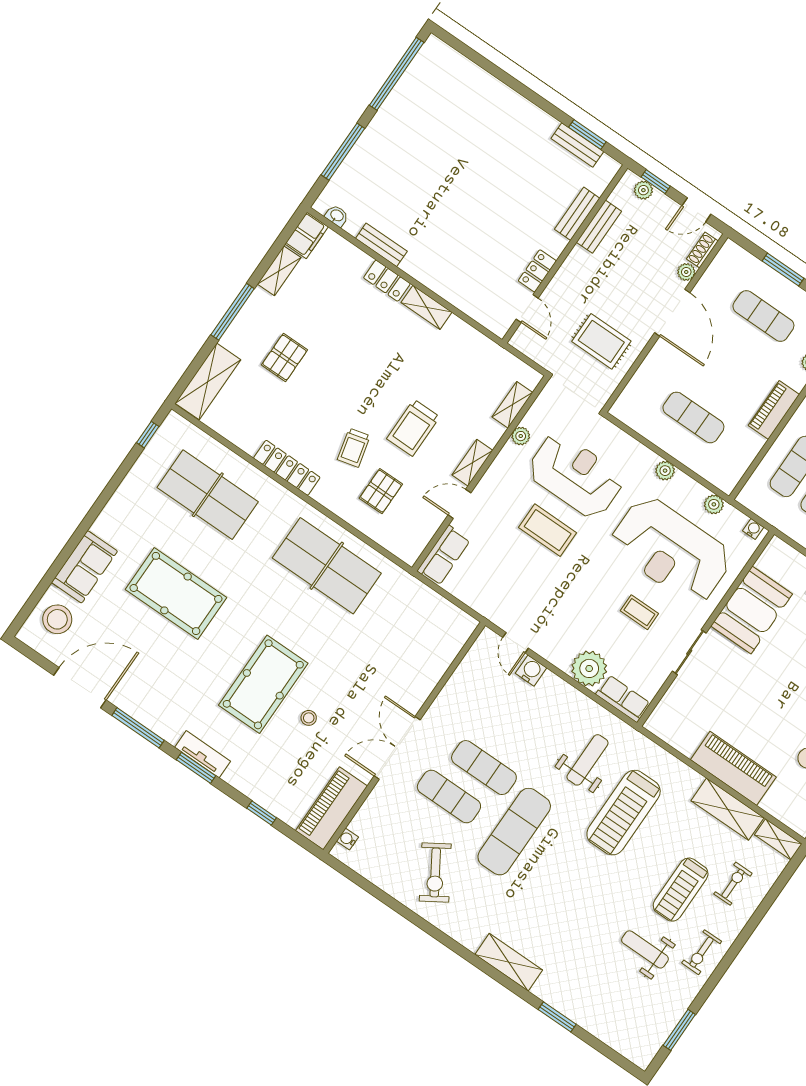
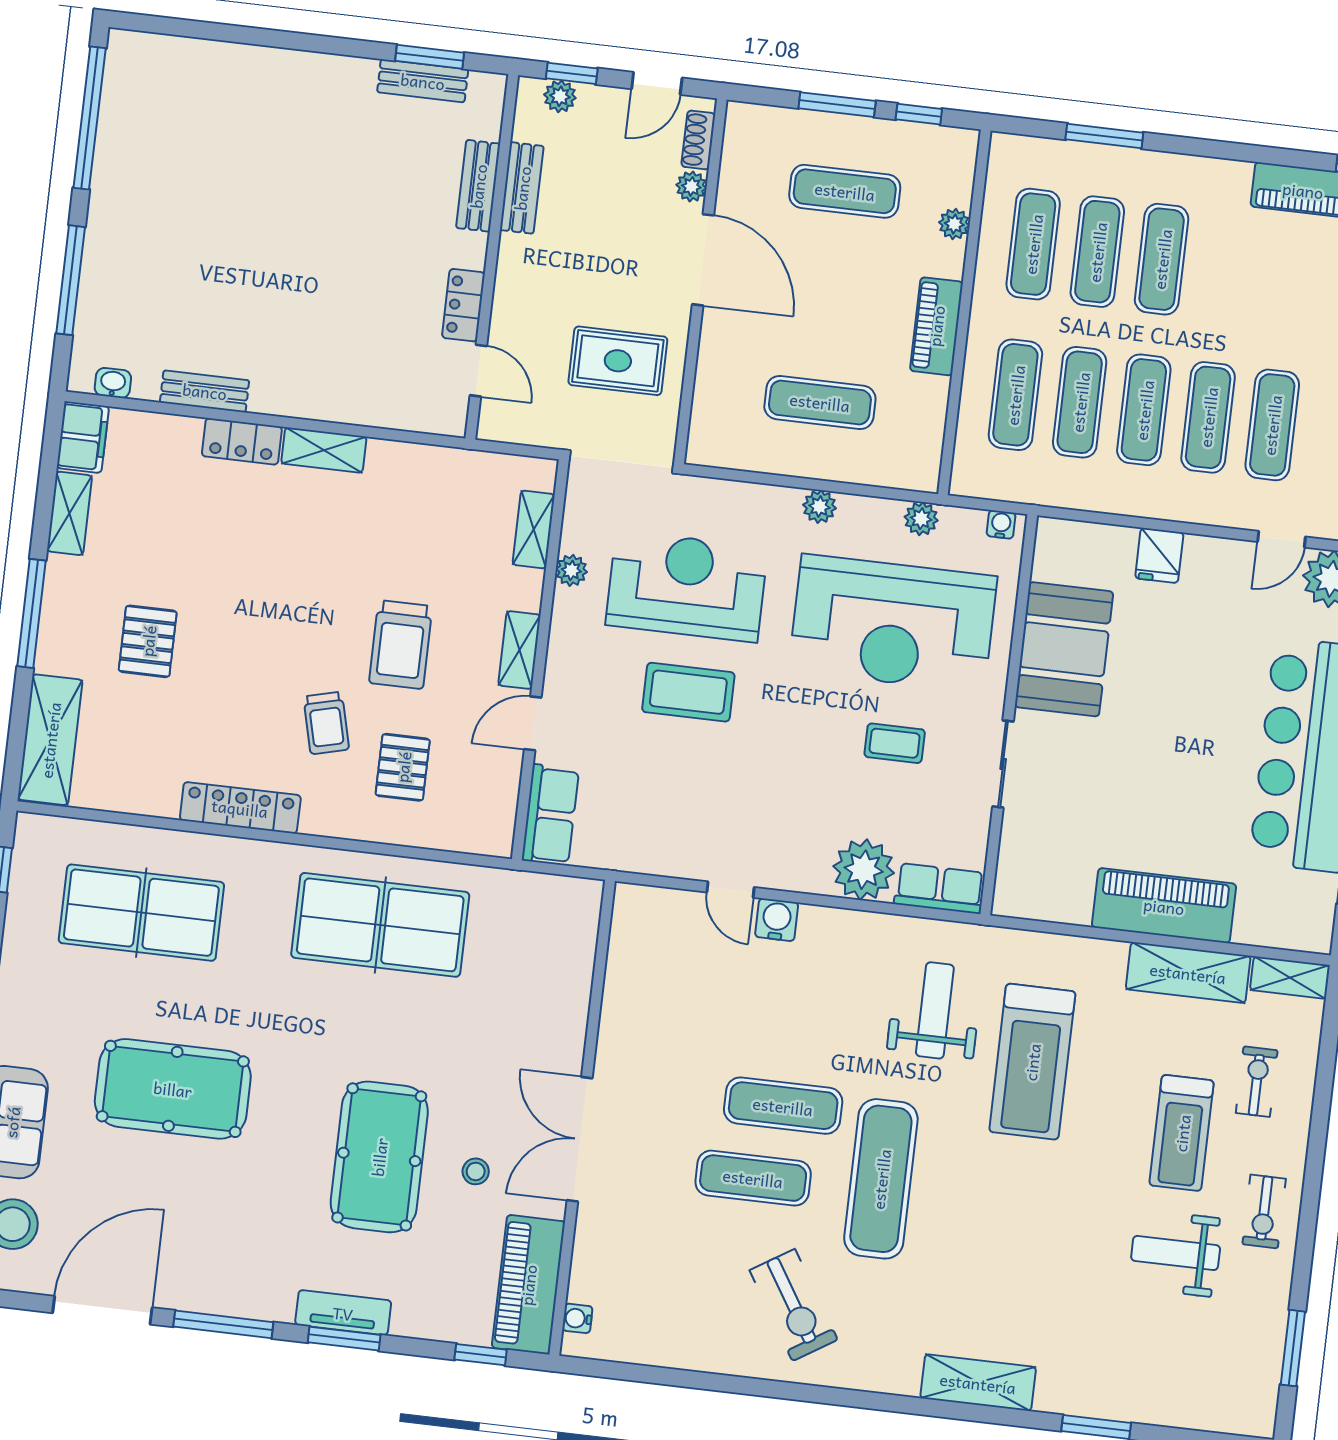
wall: (404, 738) -> (582, 1118), moved
double door: (397, 748) -> (580, 1139), moved
piano: (332, 808) -> (528, 1285), moved
water cooler: (347, 839) -> (577, 1318), moved

